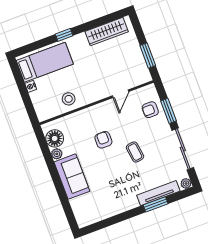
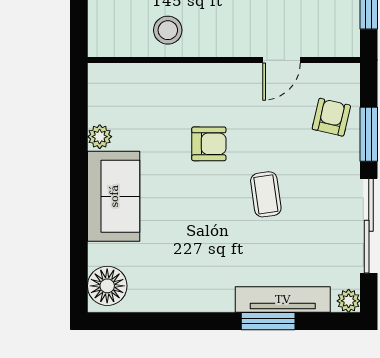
armchair: (150, 110) -> (331, 117), turned 103
floor lamp: (55, 138) -> (107, 286), moved
armchair: (103, 140) -> (209, 144), turned 90

